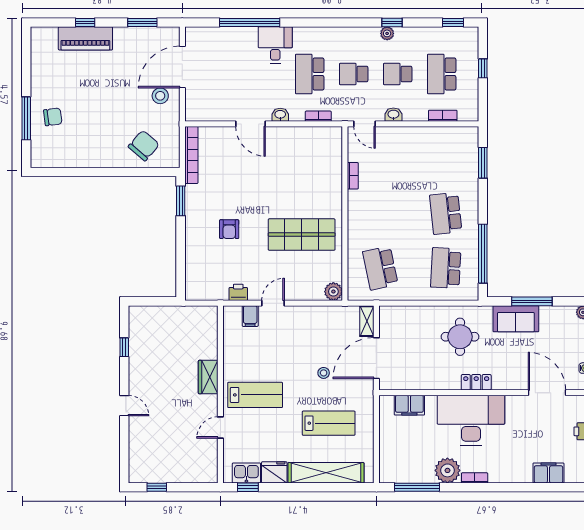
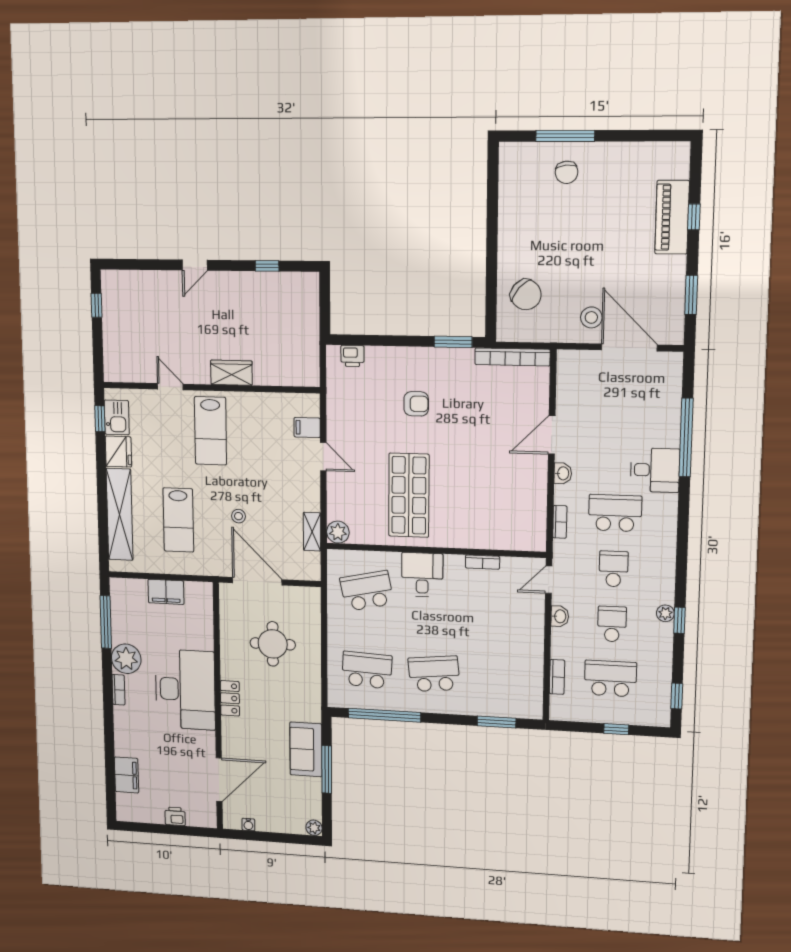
desk: (365, 224) -> (422, 575), added
armchair: (229, 229) -> (416, 404), turned 180
printer: (238, 292) -> (352, 356), moved, turned 90
shelving: (367, 321) -> (312, 532), moved, turned 90
round table: (460, 337) -> (273, 644), moved
filing cabinet: (409, 405) -> (166, 592), moved, turned -90

